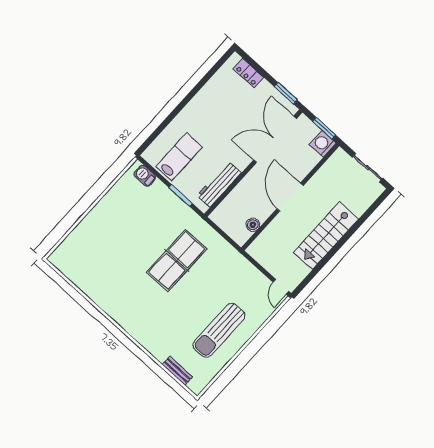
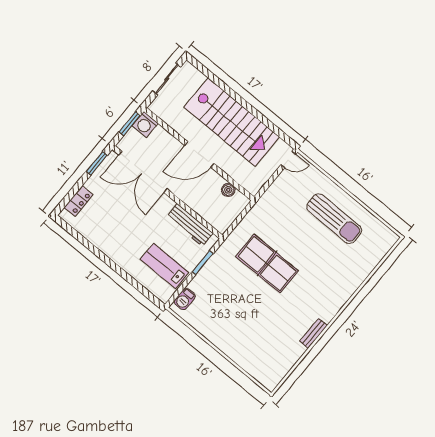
stairs: (326, 236) -> (232, 122), width x1.36, depth x1.51
bench: (177, 371) -> (313, 333), moved

